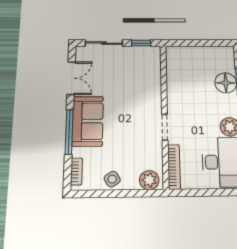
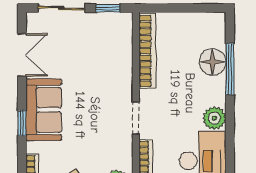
bookcase: (173, 75) -> (147, 51), added
window: (69, 132) -> (22, 123), width x0.46

